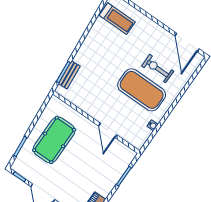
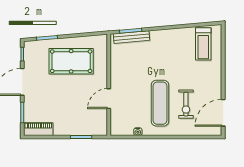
exercise bike: (158, 69) -> (186, 104), turned 180
bench: (69, 75) -> (131, 37), width x1.36
exercise mat: (142, 90) -> (160, 103), width x0.68

